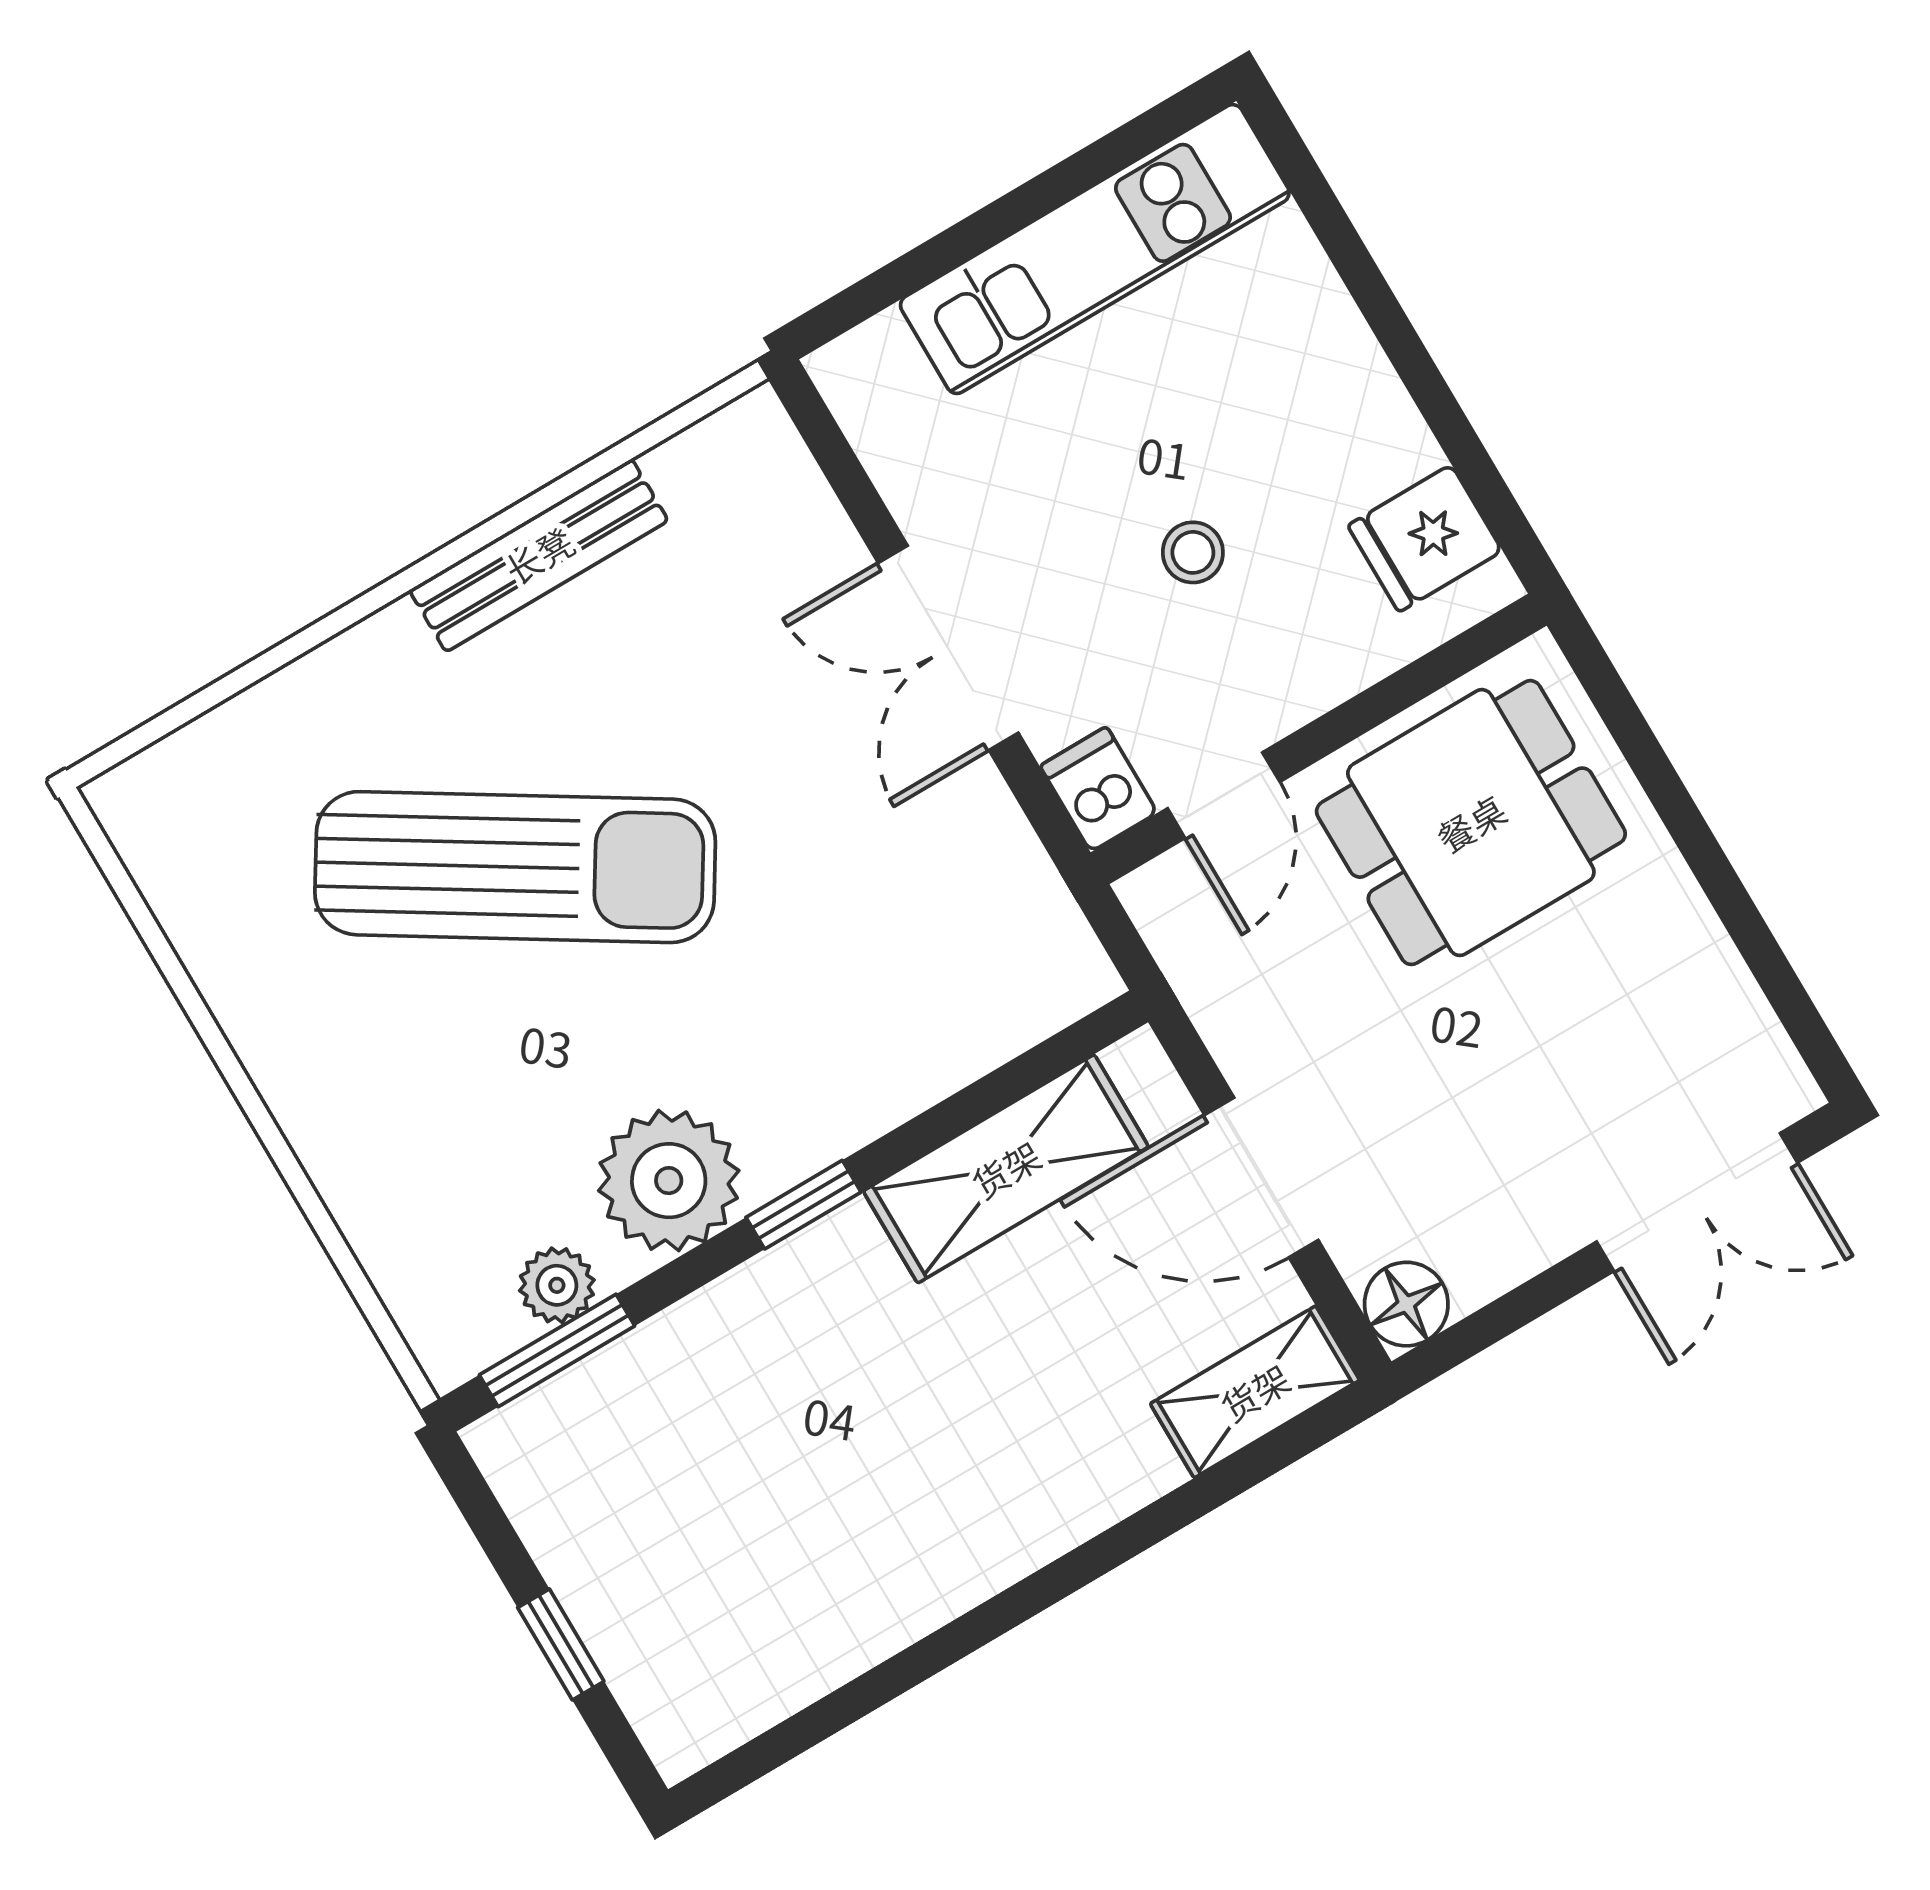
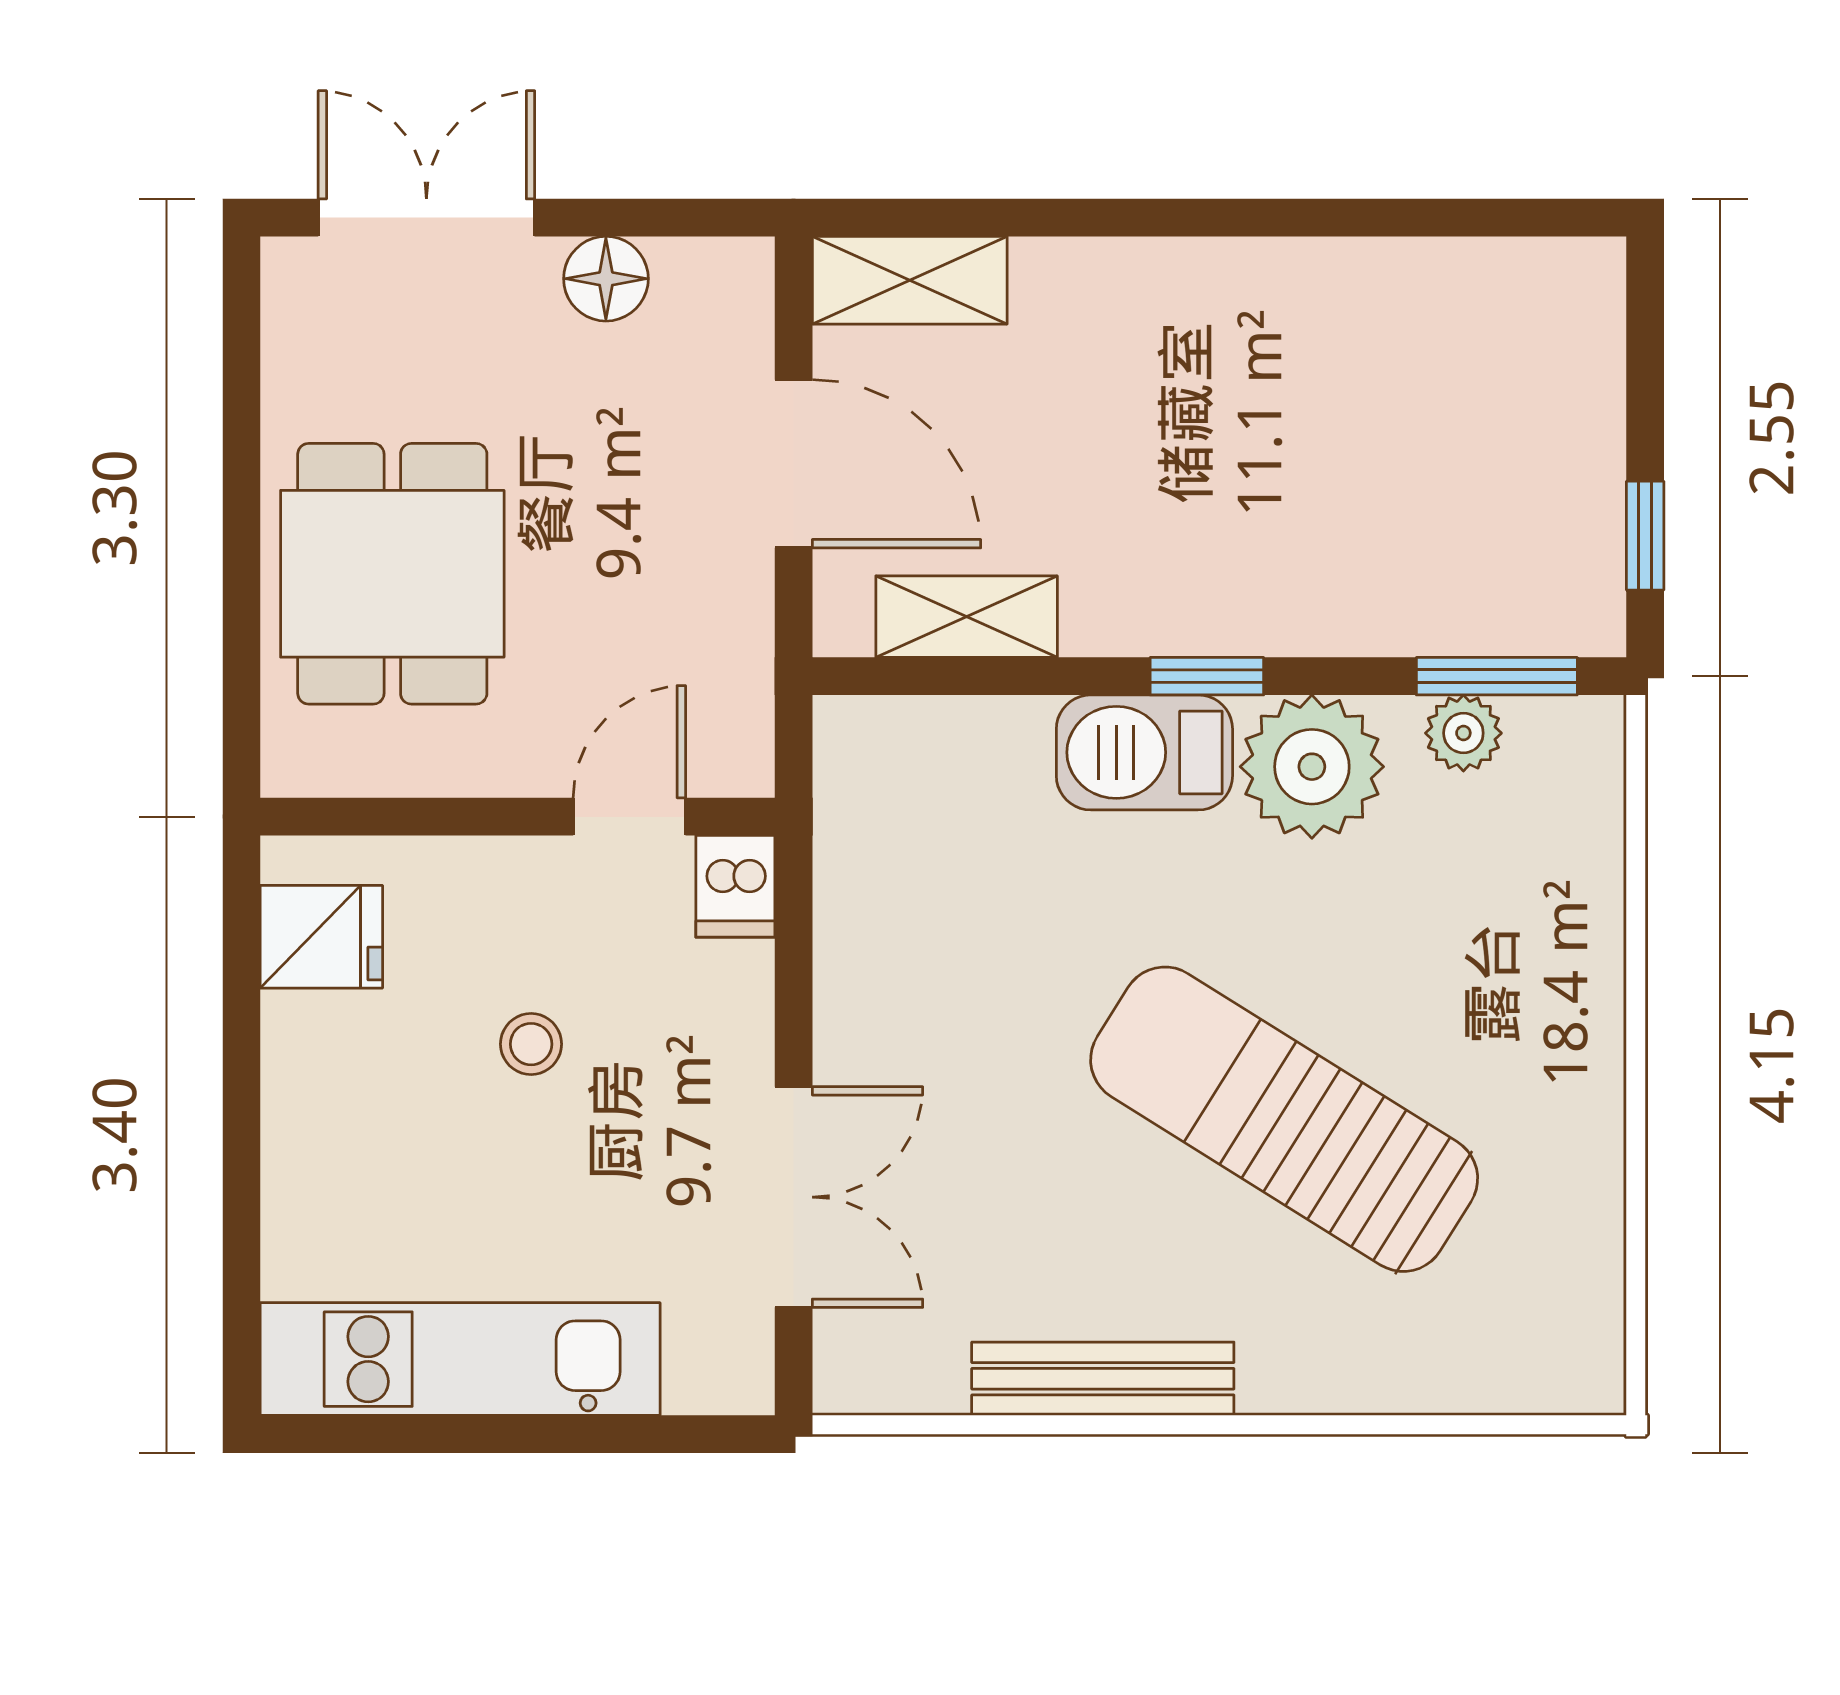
double door: (948, 648) -> (794, 1197), moved
dining table: (1471, 823) -> (392, 574), moved, turned 90
barbecue: (818, 1109) -> (1144, 752), added
shelving: (1006, 1169) -> (967, 617), width x0.67, depth x0.75
floor lamp: (1406, 1304) -> (606, 279), moved
window: (561, 1644) -> (1645, 536), moved

